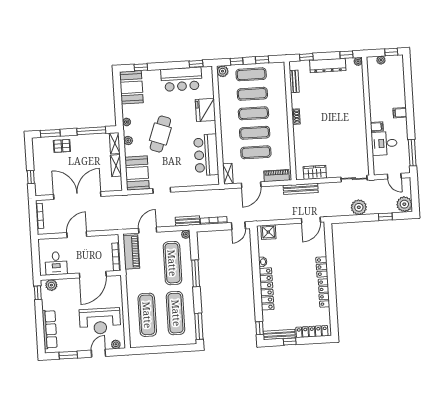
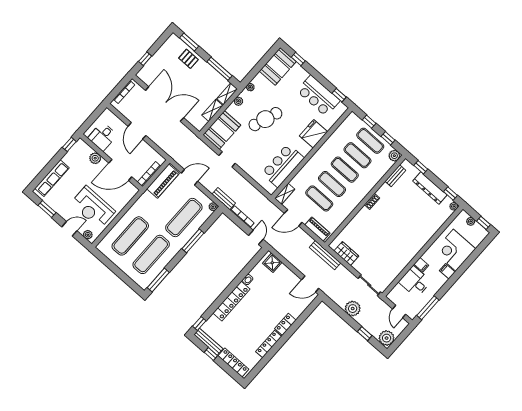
plant: (223, 71) -> (394, 156), moved
corner desk: (390, 92) -> (455, 250), added
door: (238, 226) -> (256, 237), swing flipped
door: (77, 235) -> (137, 131), swing flipped
plant: (51, 285) -> (95, 158), moved

